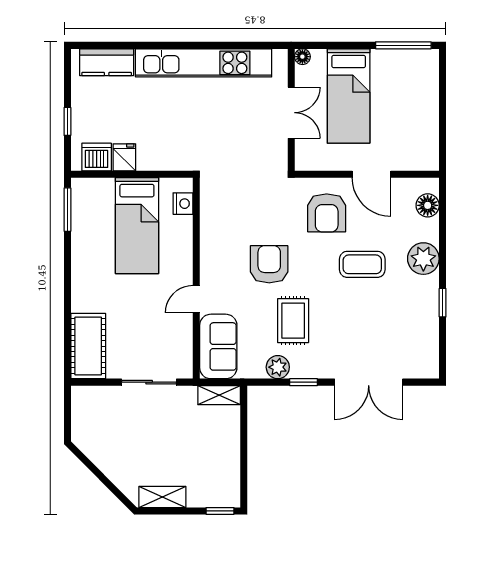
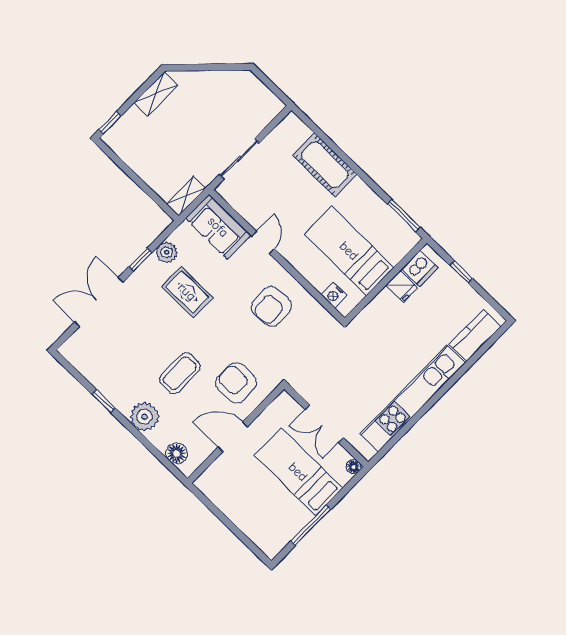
window: (403, 45) -> (311, 525), moved
armchair: (269, 264) -> (271, 306), moved, turned 86
cot: (88, 346) -> (325, 165), moved

